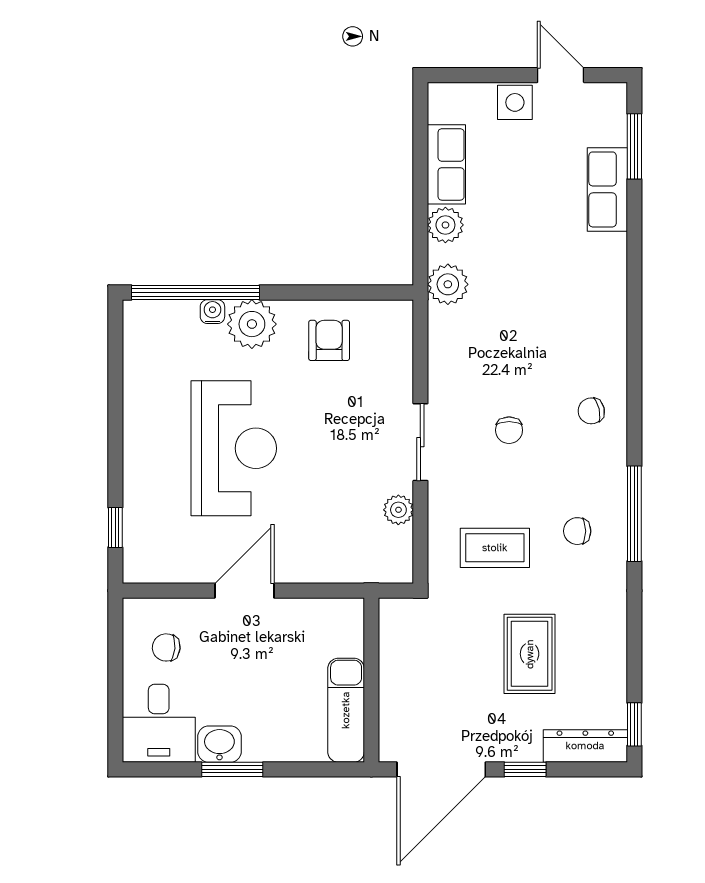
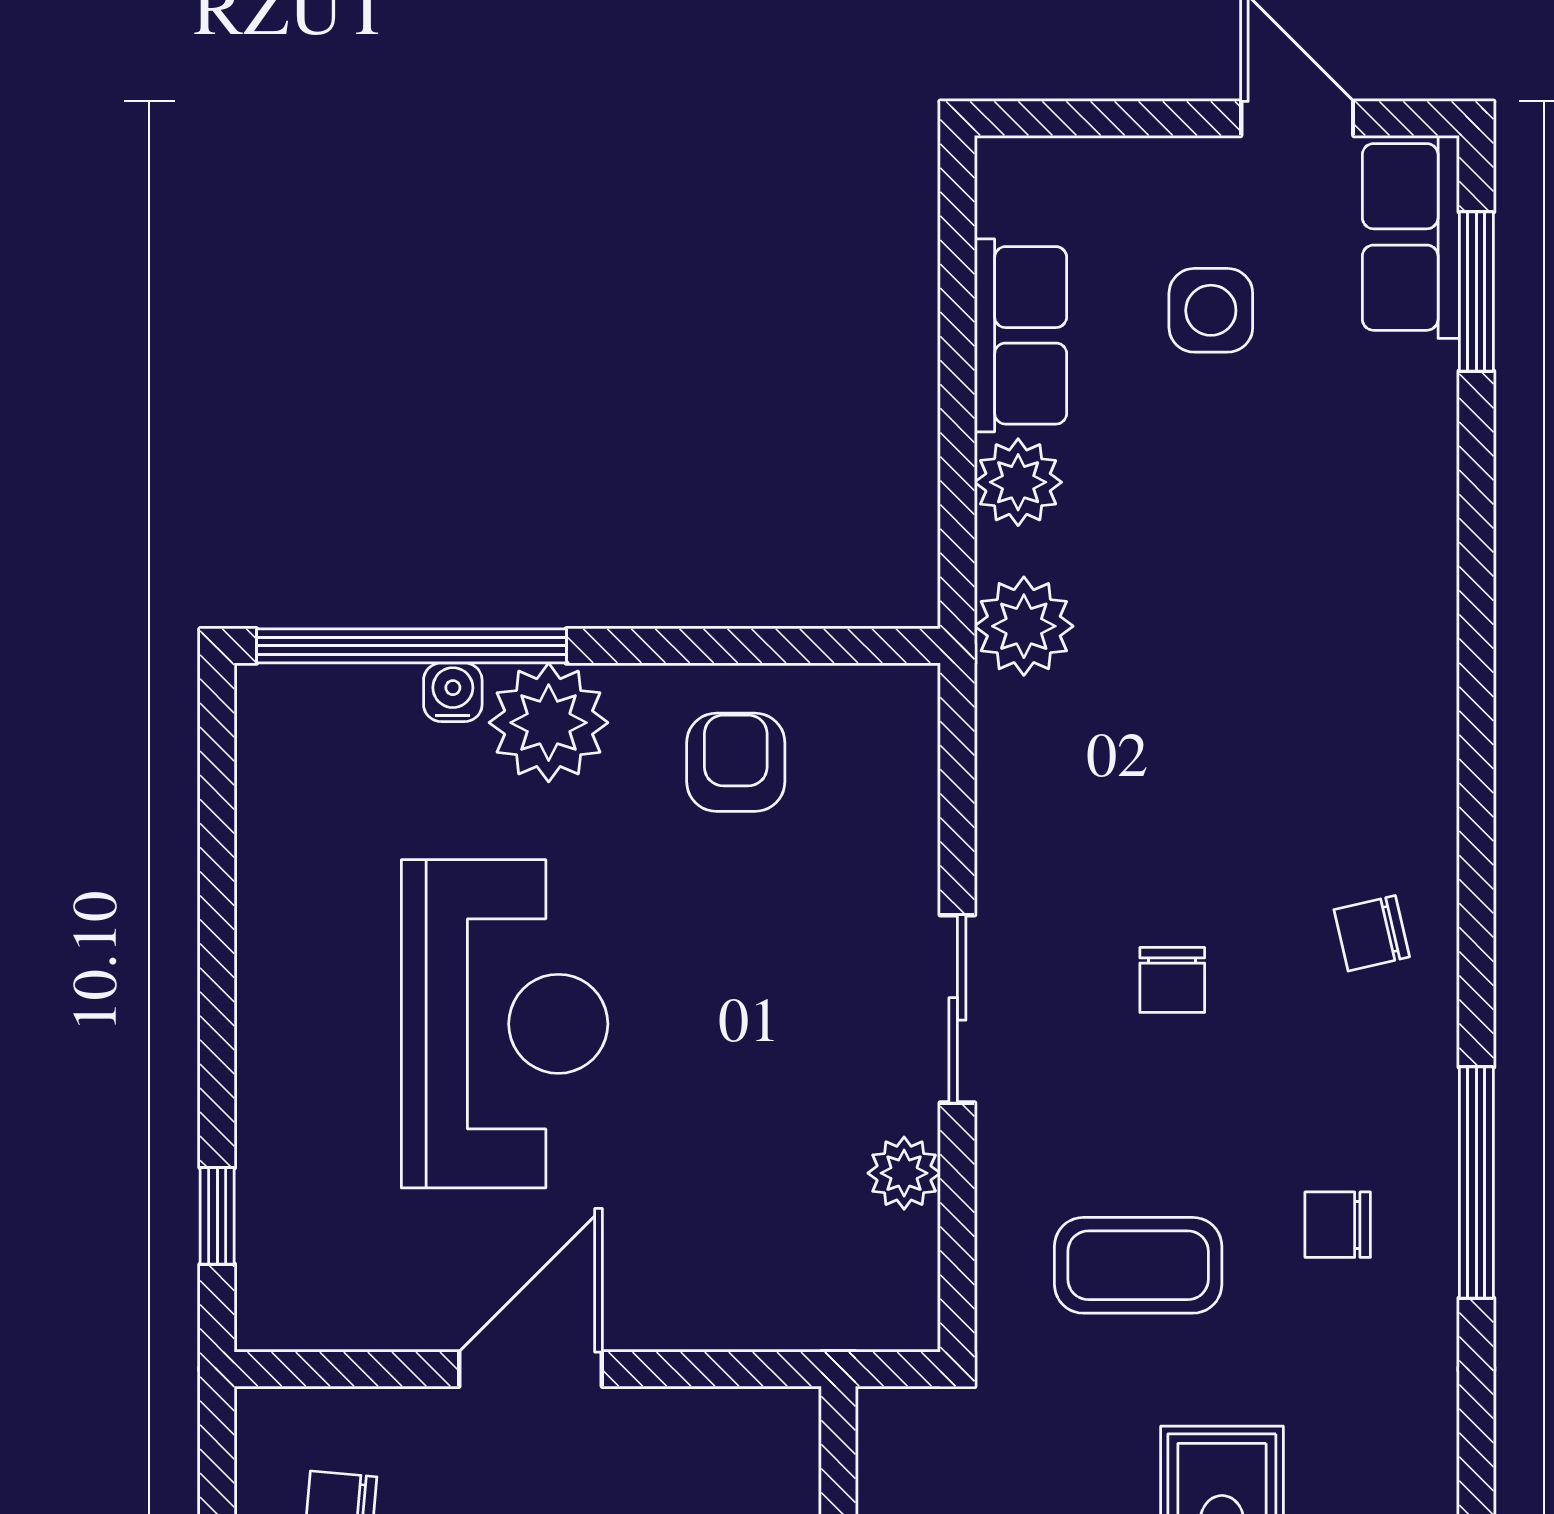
side table: (515, 102) -> (1211, 310), moved
row of seats: (607, 189) -> (1411, 237), moved

